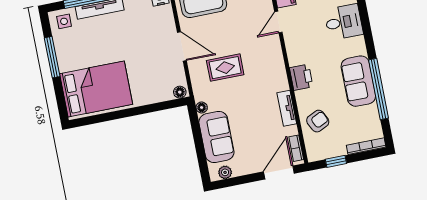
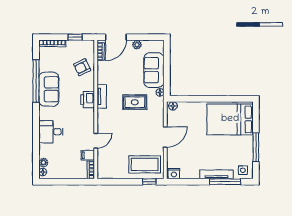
door: (182, 46) -> (165, 137), swing flipped
rug: (225, 68) -> (135, 102), moved
tv unit: (287, 108) -> (102, 96), moved
plant: (225, 172) -> (137, 45), moved

